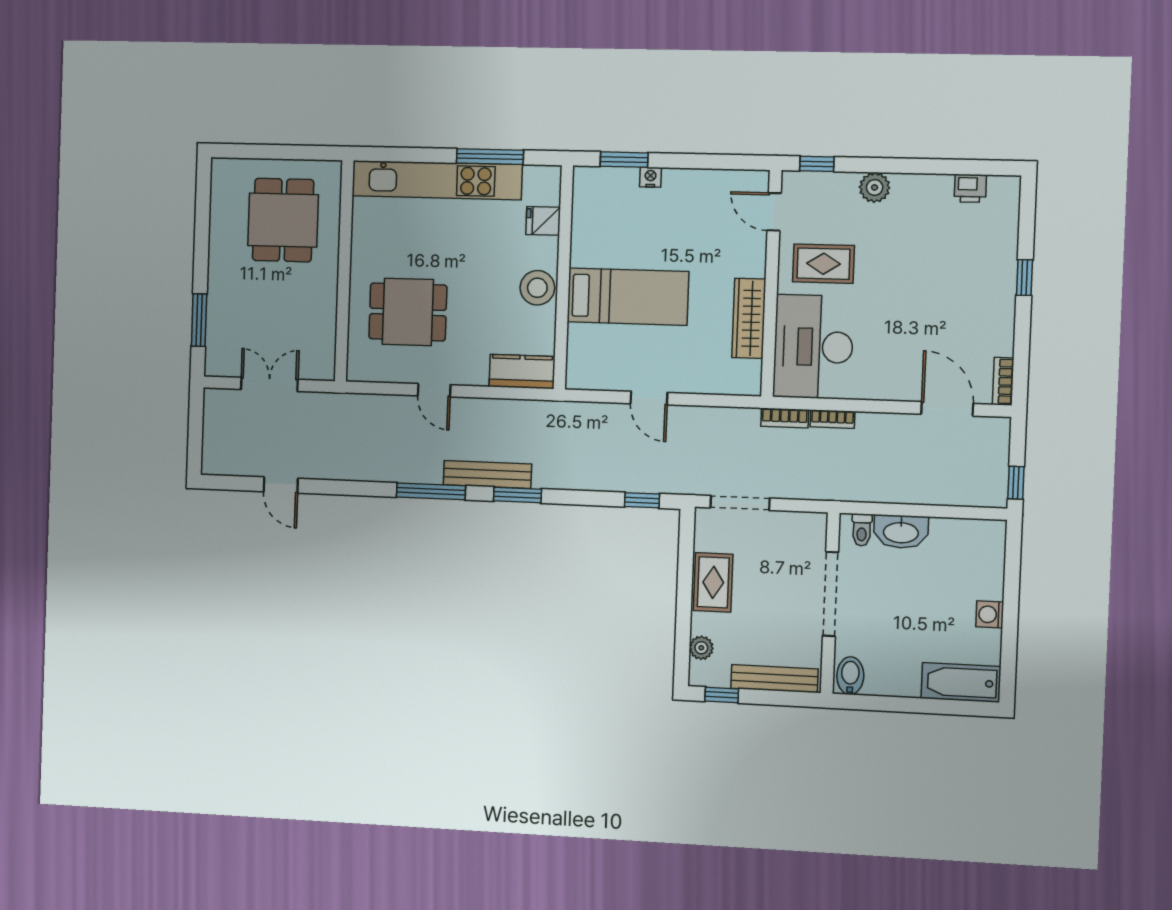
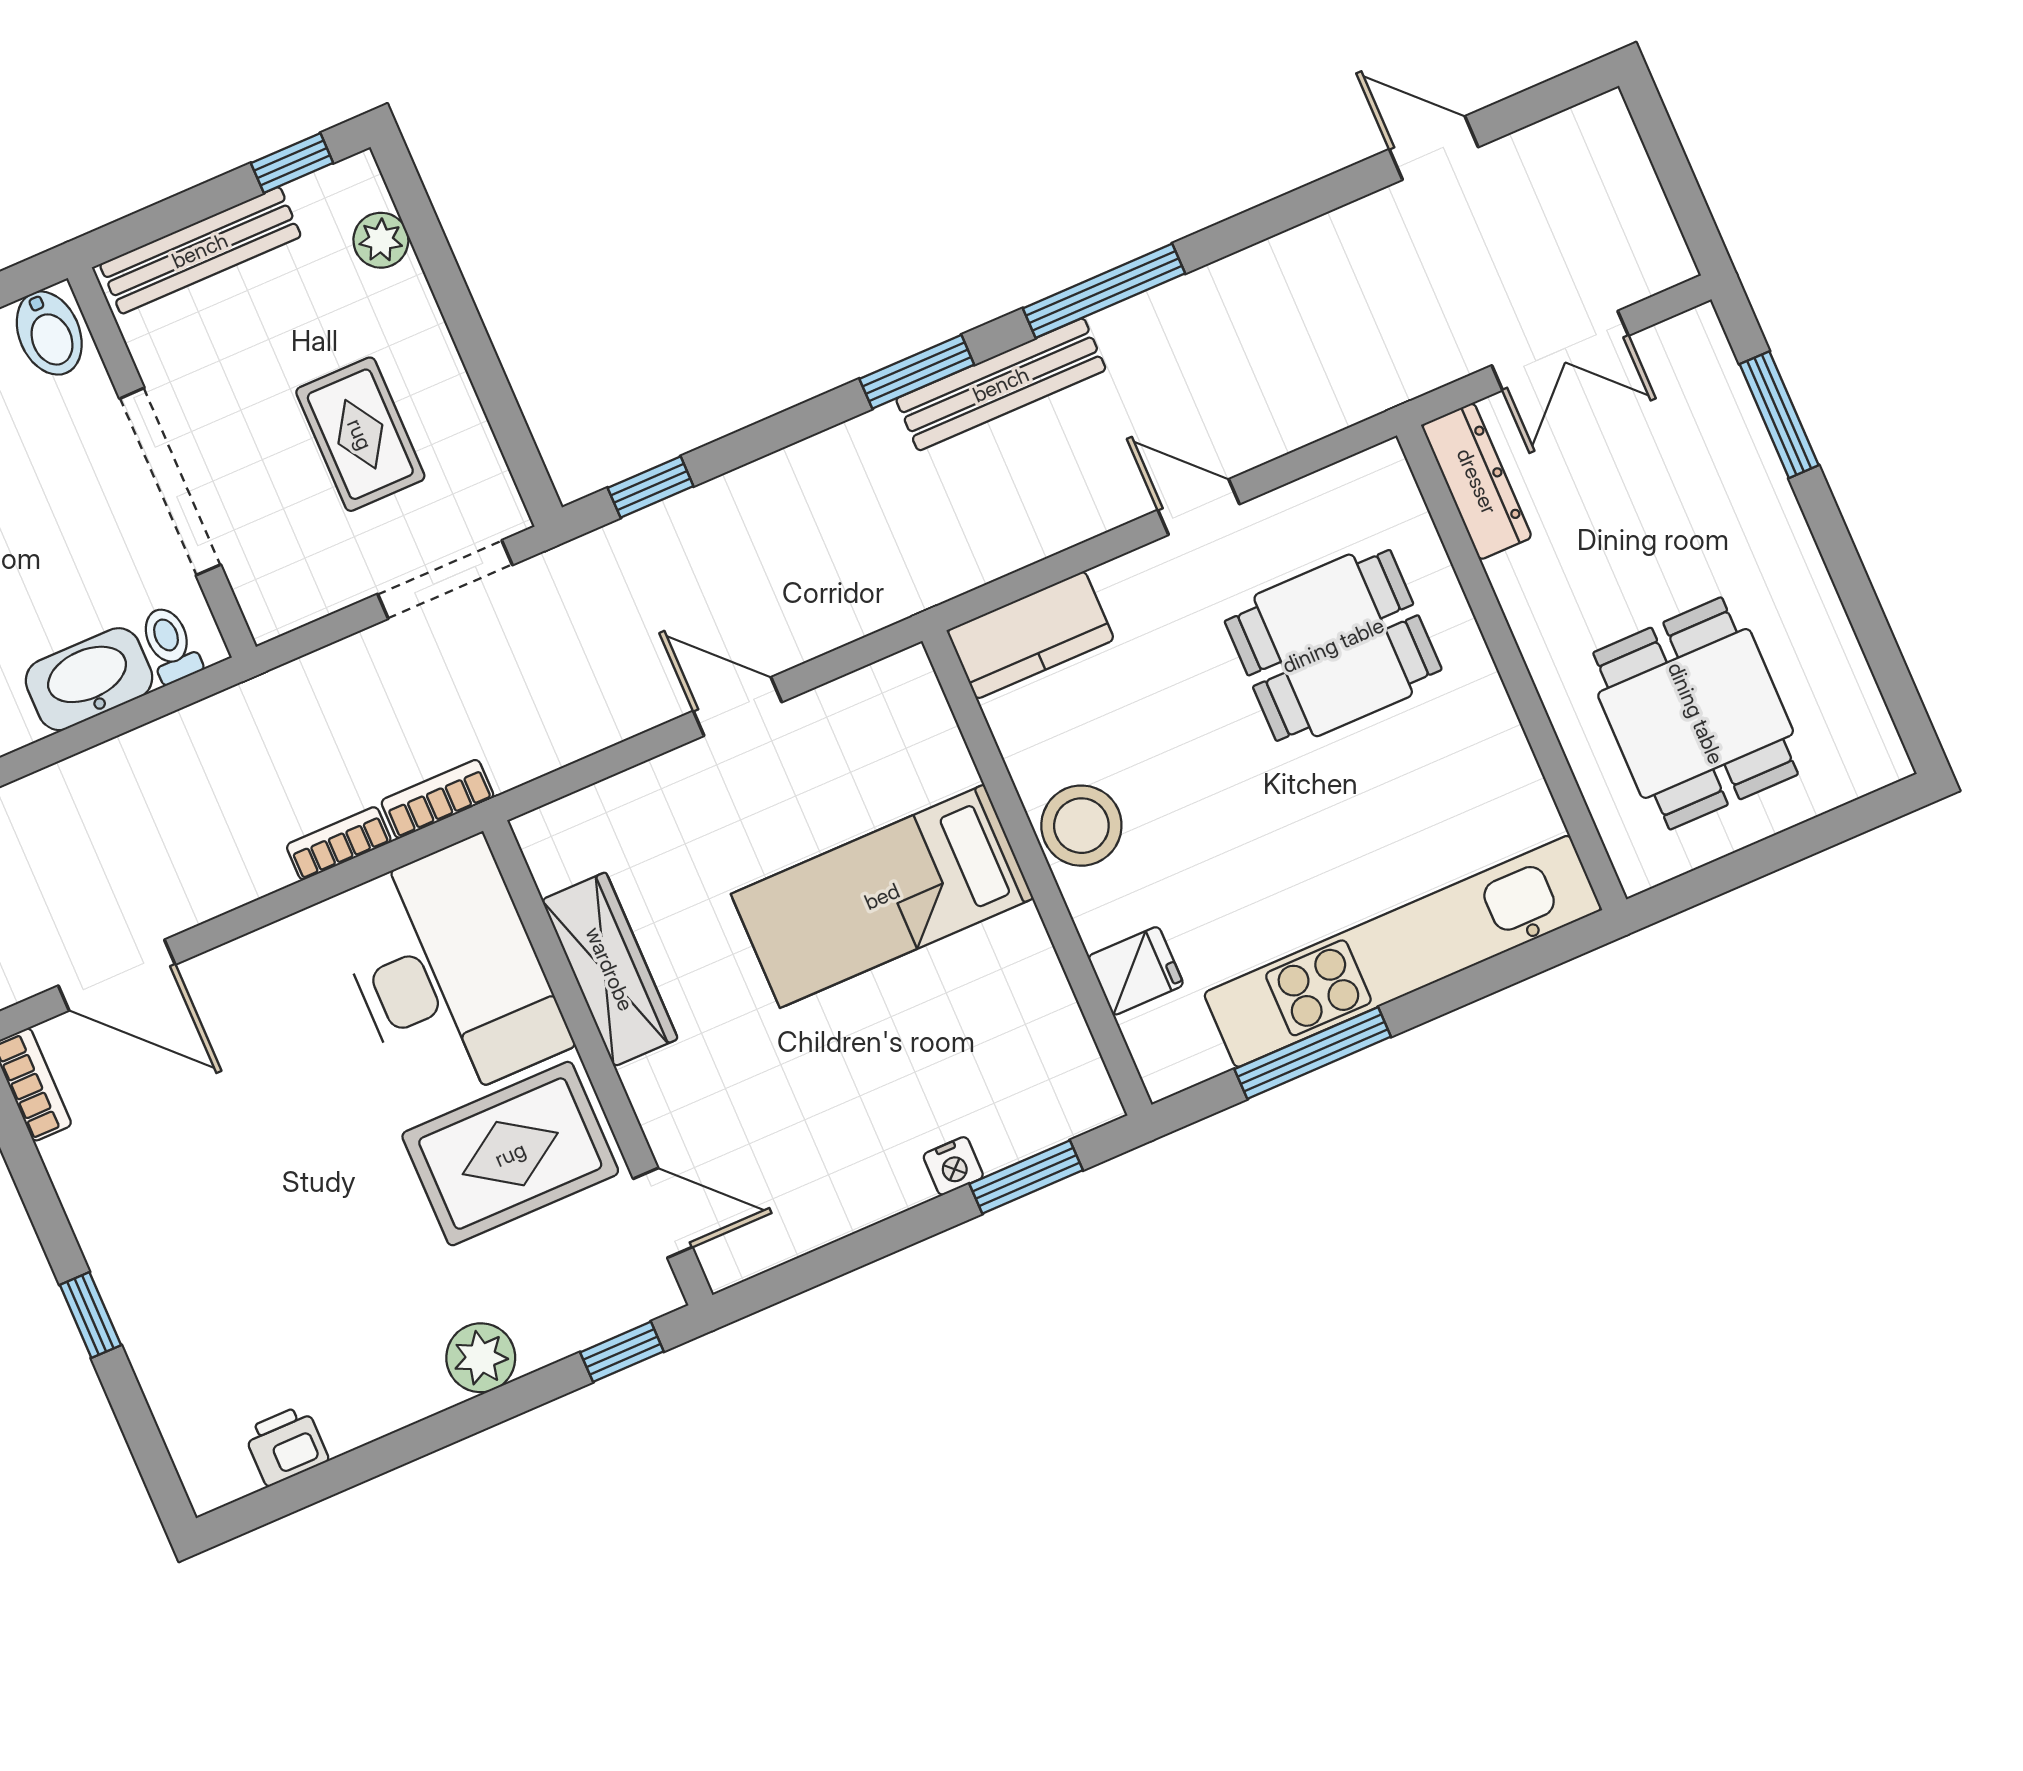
rug: (823, 264) -> (510, 1154), width x1.36, depth x1.43
dresser: (324, 349) -> (1477, 481), added
rug: (713, 582) -> (360, 434), moved

